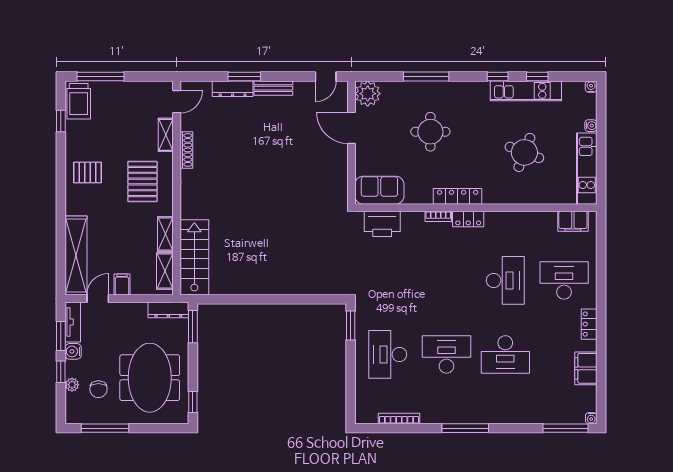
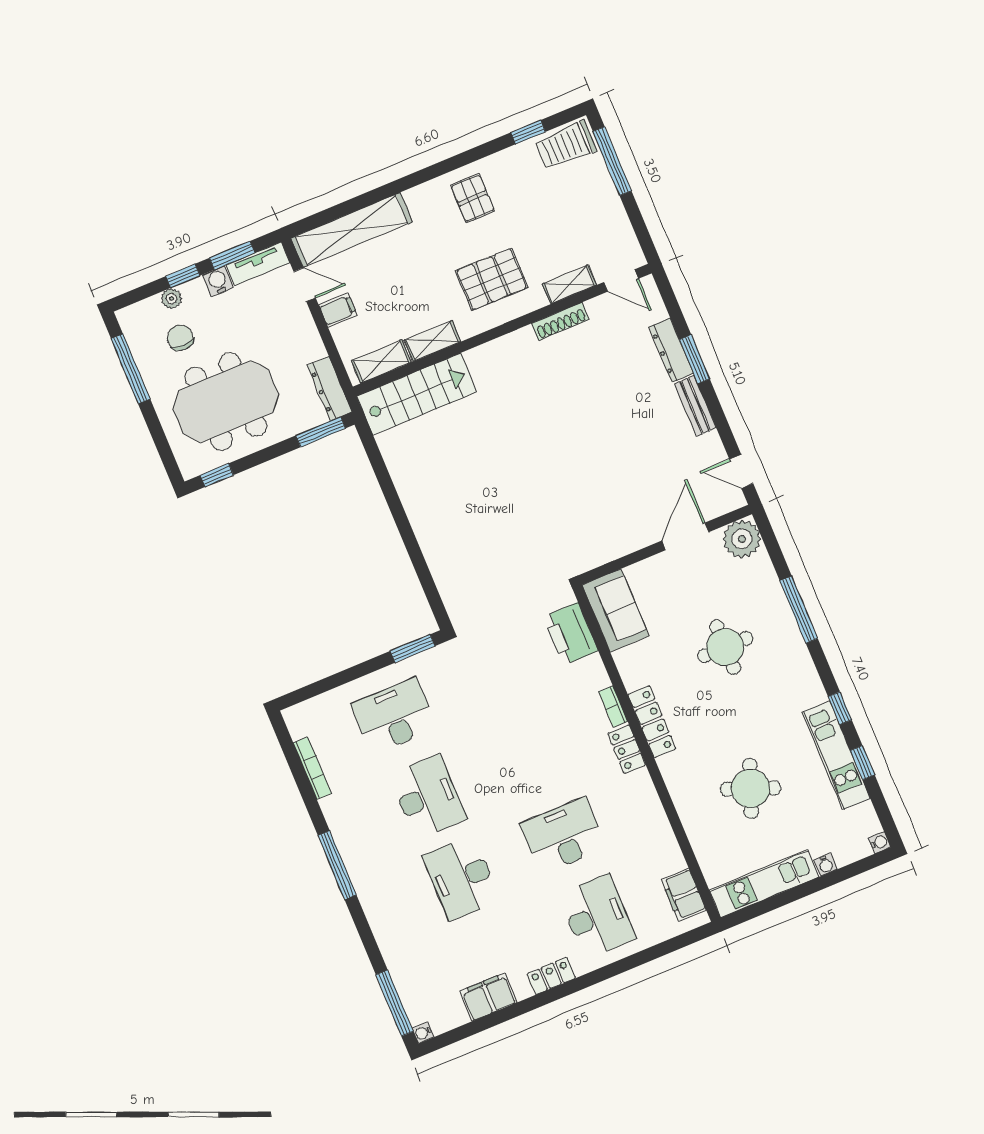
desk: (505, 280) -> (563, 836), turned 180
chair: (98, 389) -> (180, 338), turned 90

